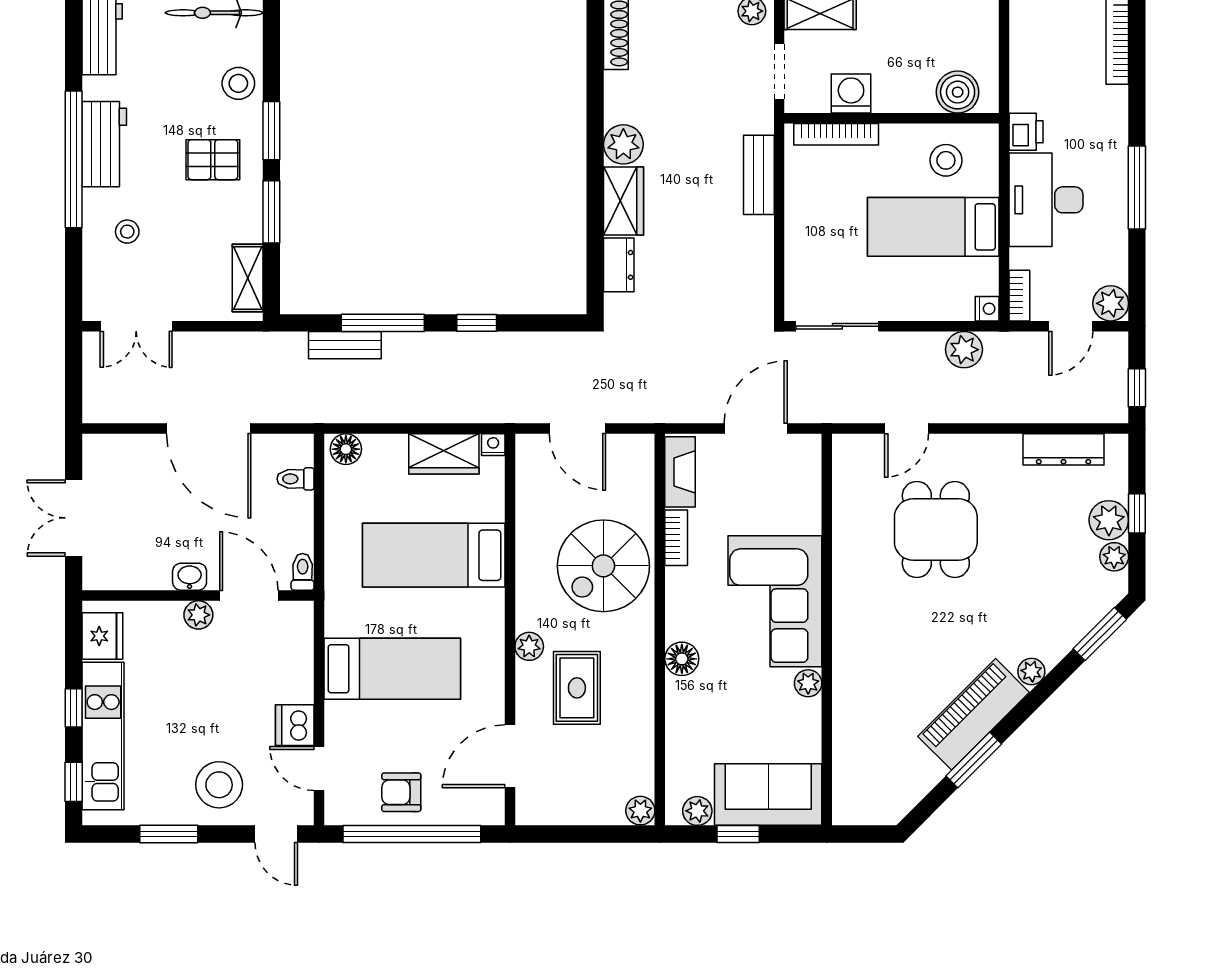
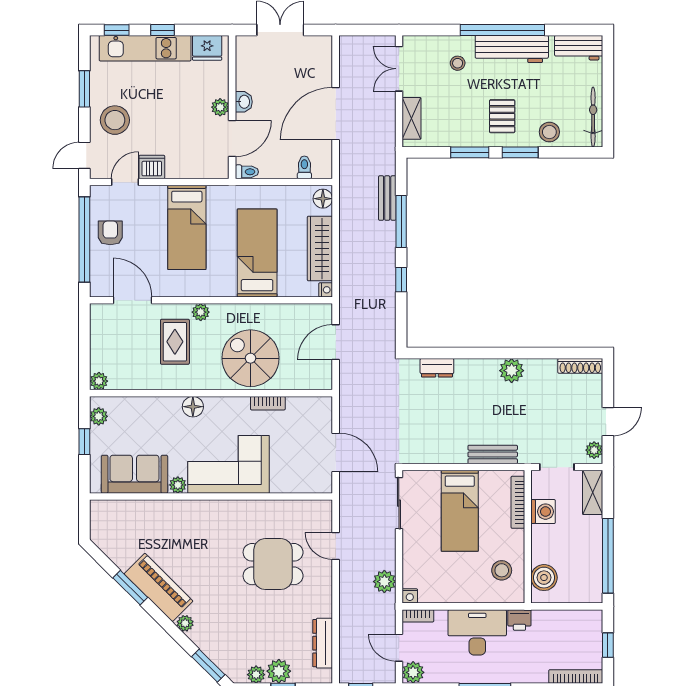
workbench: (104, 144) -> (512, 49), width x1.37
wardrobe: (623, 201) -> (476, 371), removed
bed: (933, 227) -> (460, 511), moved, turned 180
shelving: (248, 278) -> (412, 118), moved, turned 90
wardrobe: (444, 454) -> (320, 249), width x1.50
fireplace: (680, 472) -> (309, 406), removed
rug: (577, 688) -> (175, 342), turned 90
sofa: (768, 795) -> (134, 474), moved, turned -90

